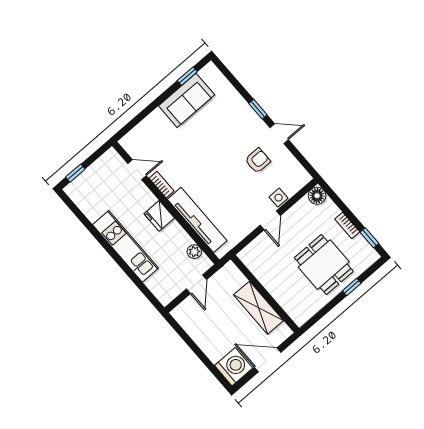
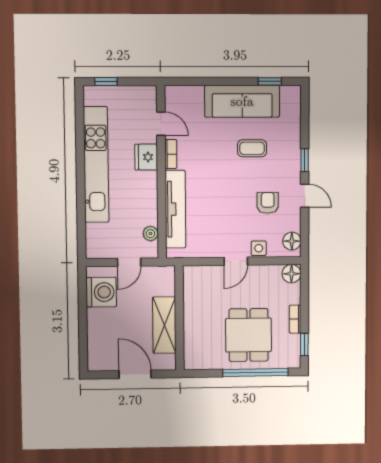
sofa: (187, 100) -> (242, 101), width x1.36
coffee table: (214, 132) -> (252, 148), added
armchair: (258, 161) -> (268, 203), turned -90
floor lamp: (298, 173) -> (292, 241), added
fridge: (159, 216) -> (146, 157), moved
kitchen unit: (126, 246) -> (96, 165), width x1.36
window: (352, 287) -> (255, 373), width x3.17
washing machine: (234, 367) -> (101, 292), moved

